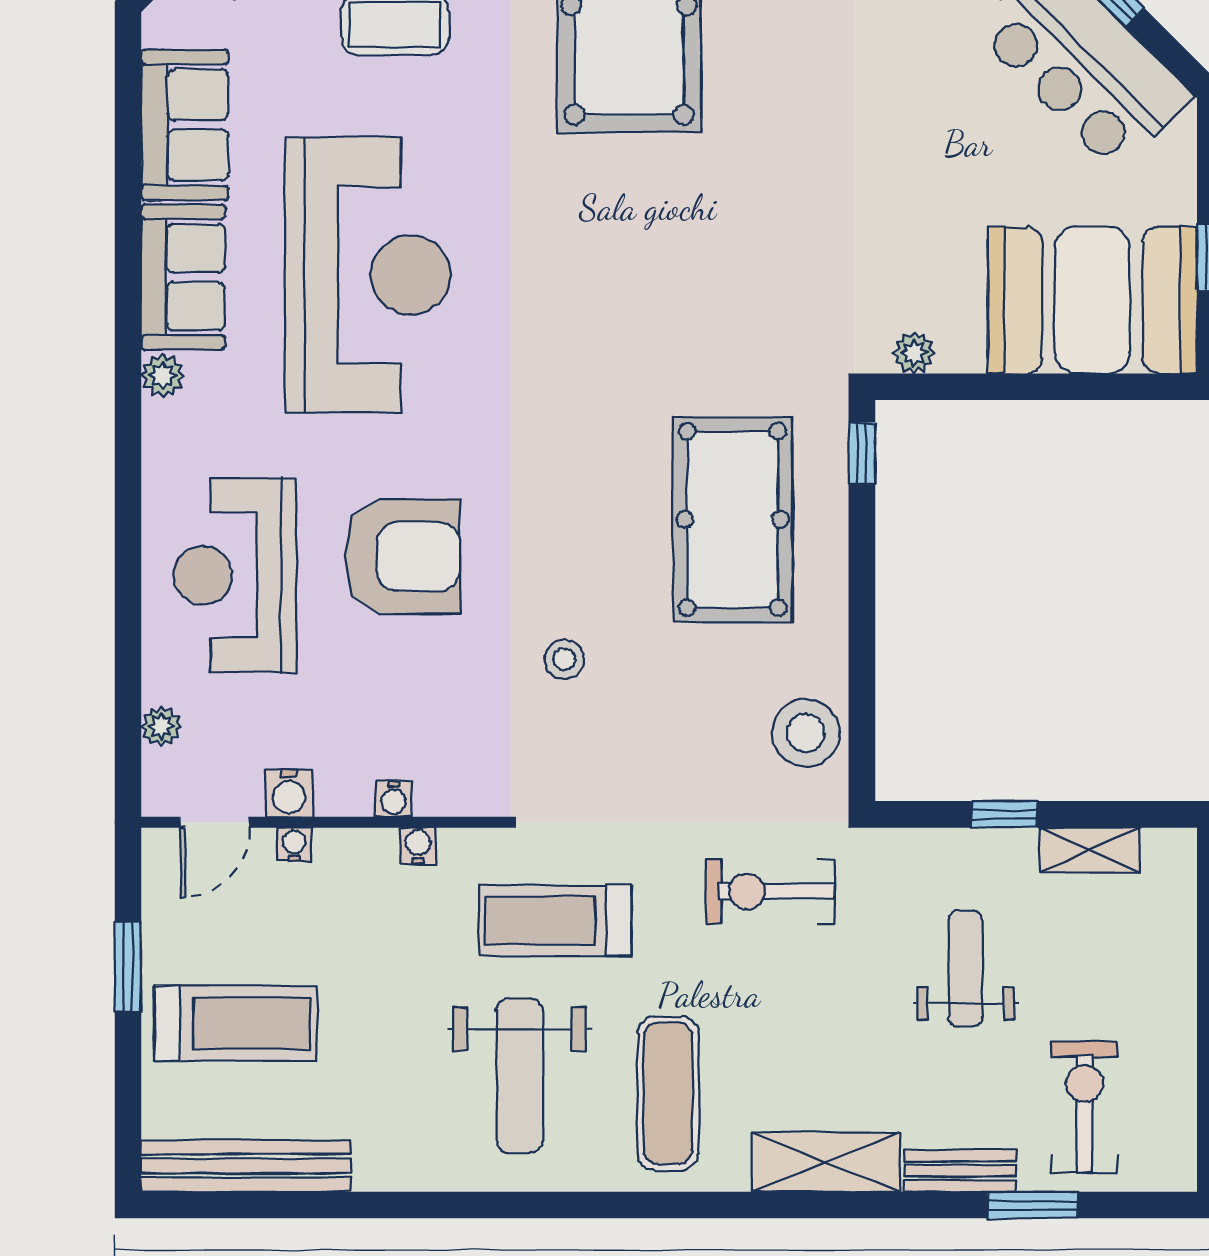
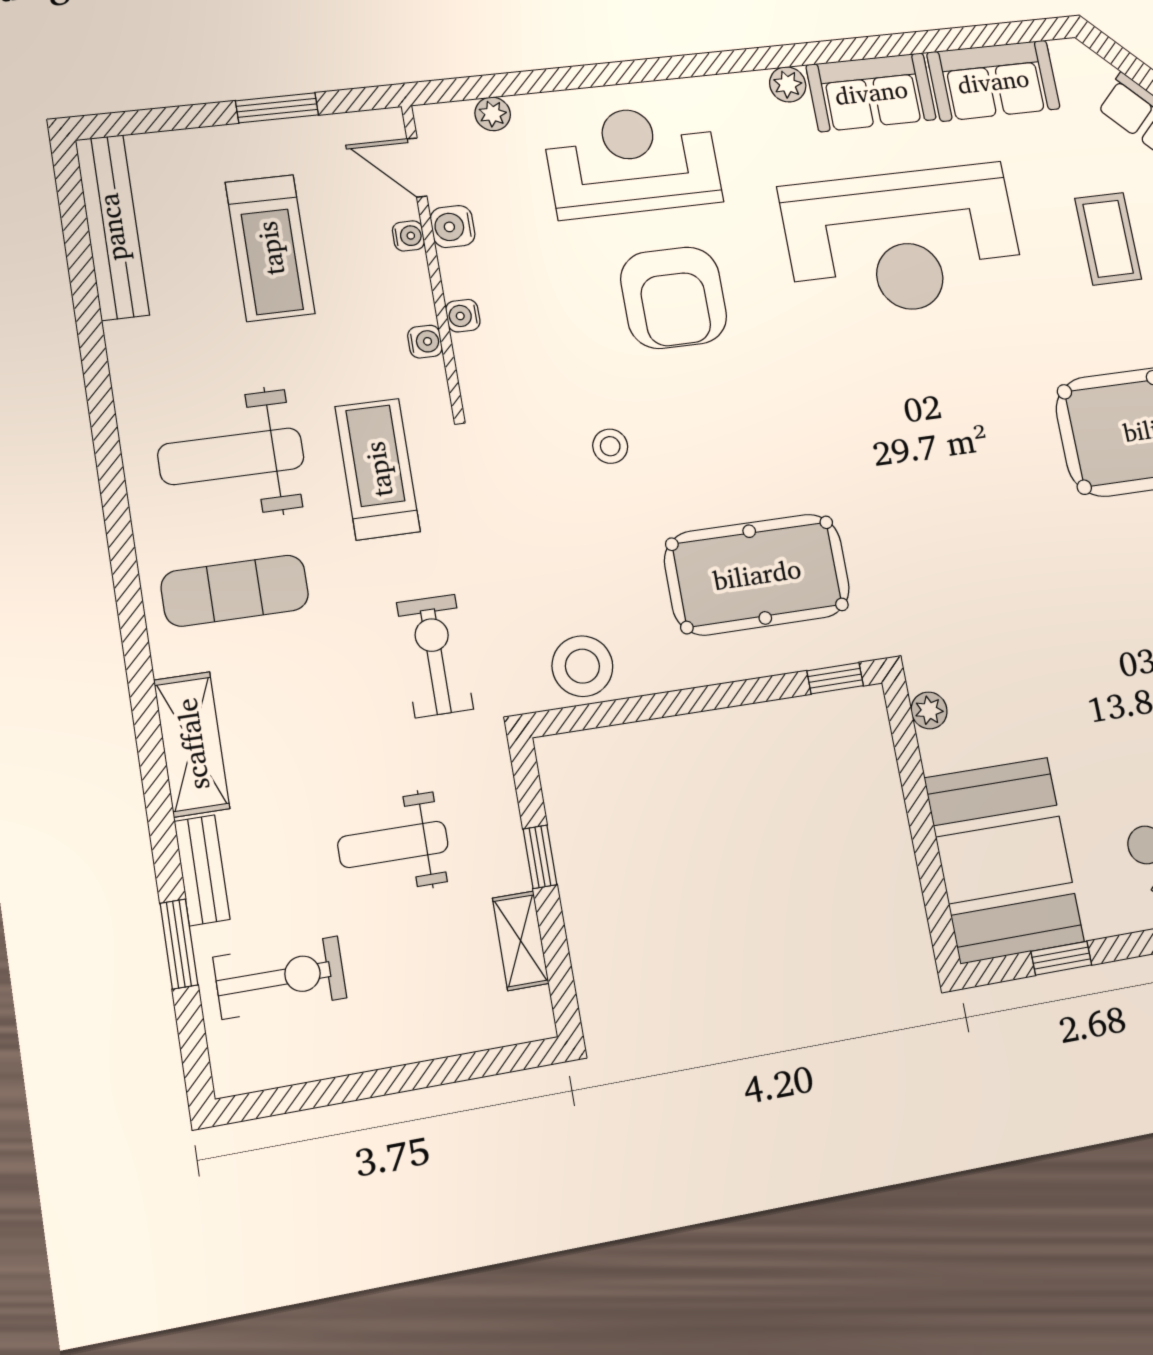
weight bench: (966, 968) -> (393, 844), turned 180
treadmill: (236, 1023) -> (270, 248), moved

